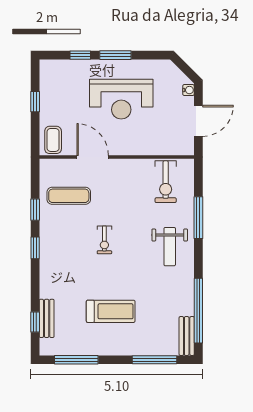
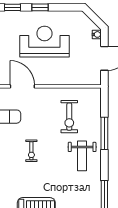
window: (115, 55) -> (40, 7), width x0.67
reception desk: (121, 99) -> (44, 42), turned 180
exercise bike: (166, 182) -> (69, 117), moved

